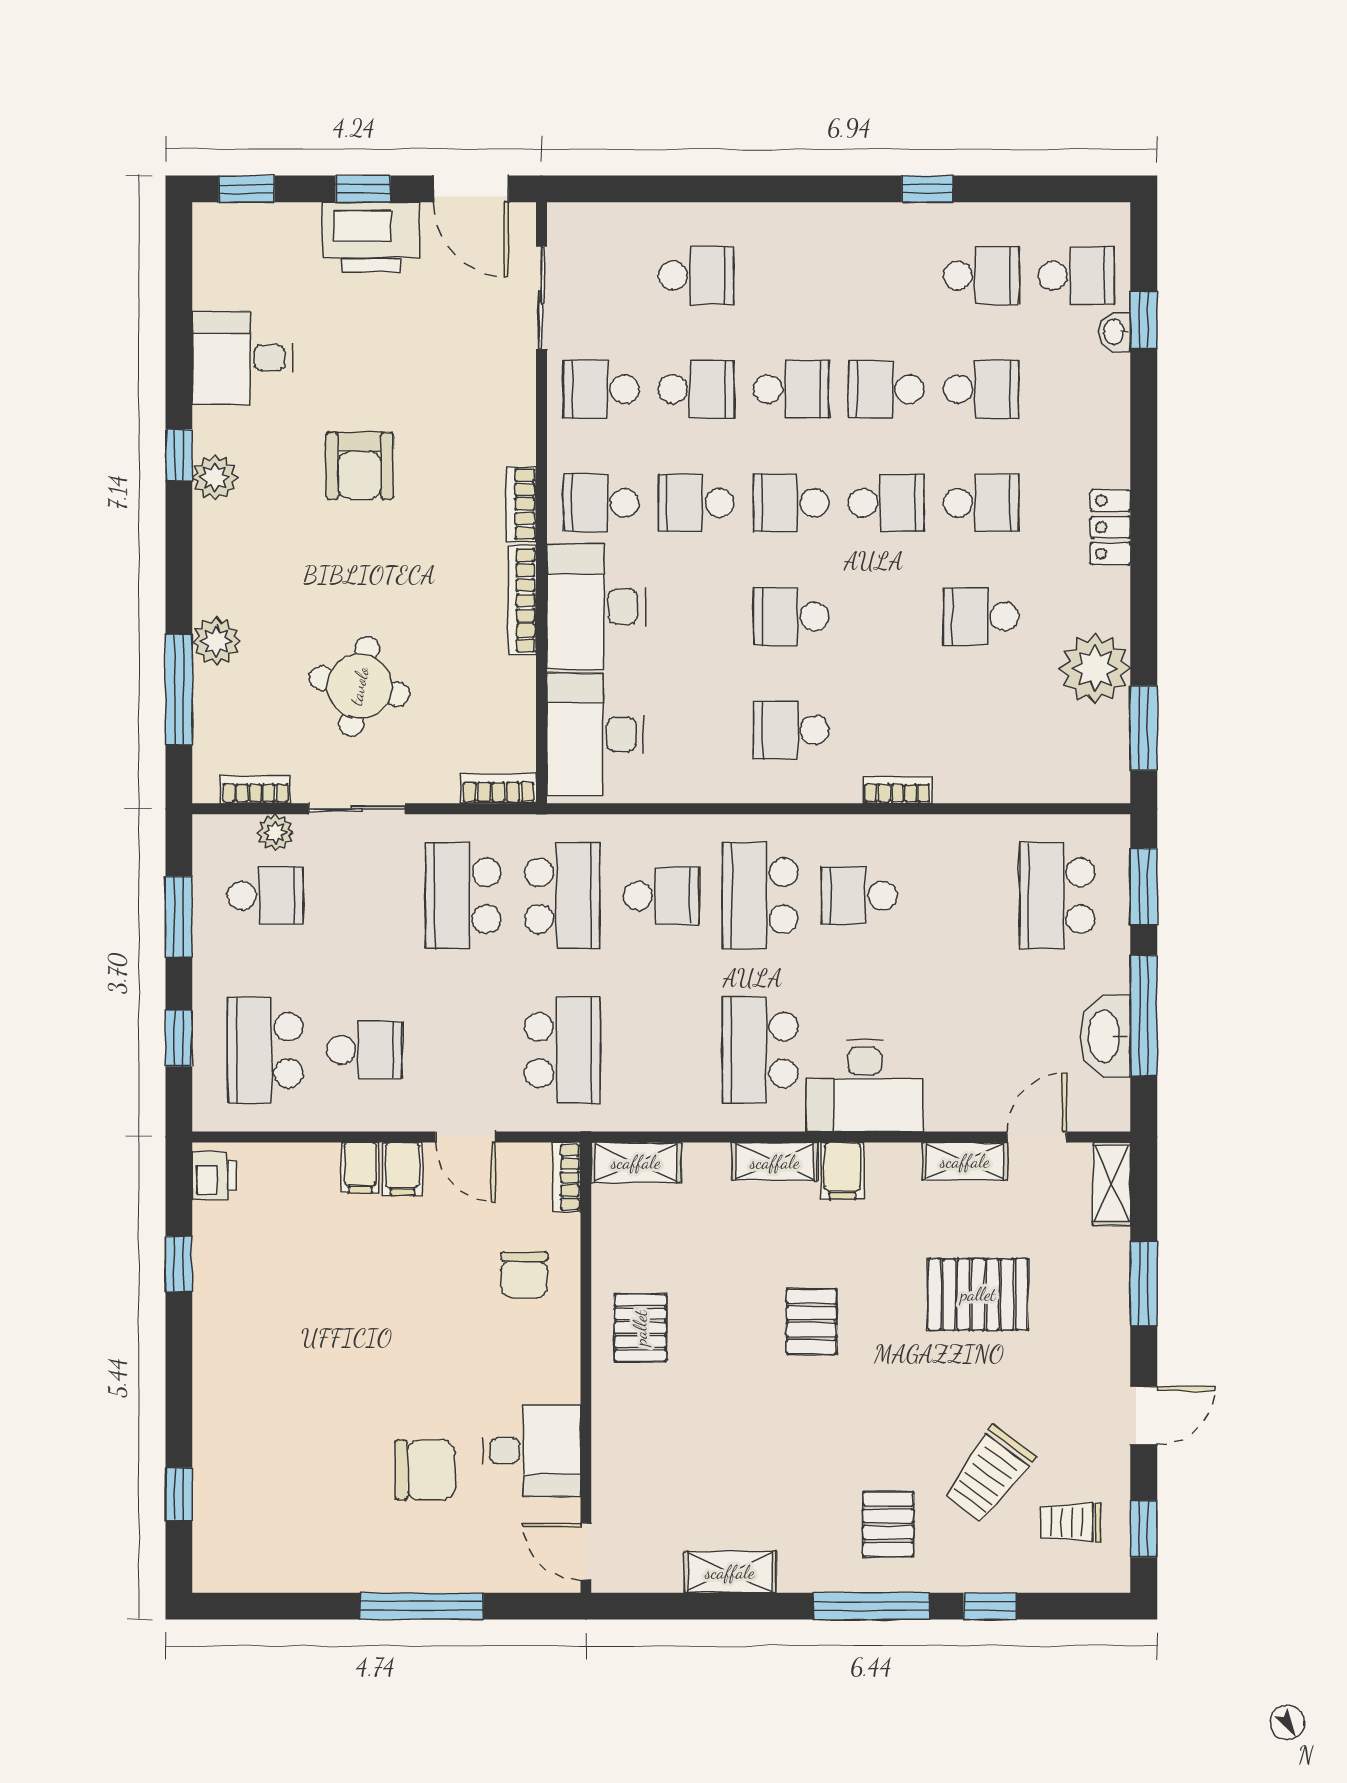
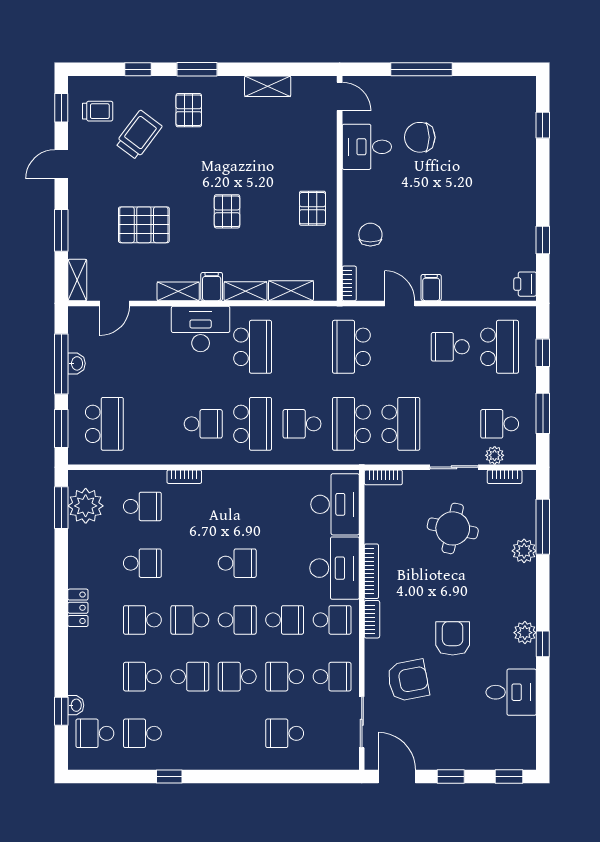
printer: (371, 237) -> (447, 752), removed
armchair: (449, 382) -> (408, 680), added
plant: (1095, 668) -> (86, 506), moved
school desk: (791, 730) -> (142, 506), moved
washbasin: (1105, 1036) -> (76, 363), width x0.52, depth x0.69
shelving: (965, 1161) -> (178, 291), moved
shelving: (636, 1162) -> (291, 291), moved
filing cabinet: (360, 1168) -> (452, 288), removed
window: (872, 1606) -> (197, 69), width x0.69

